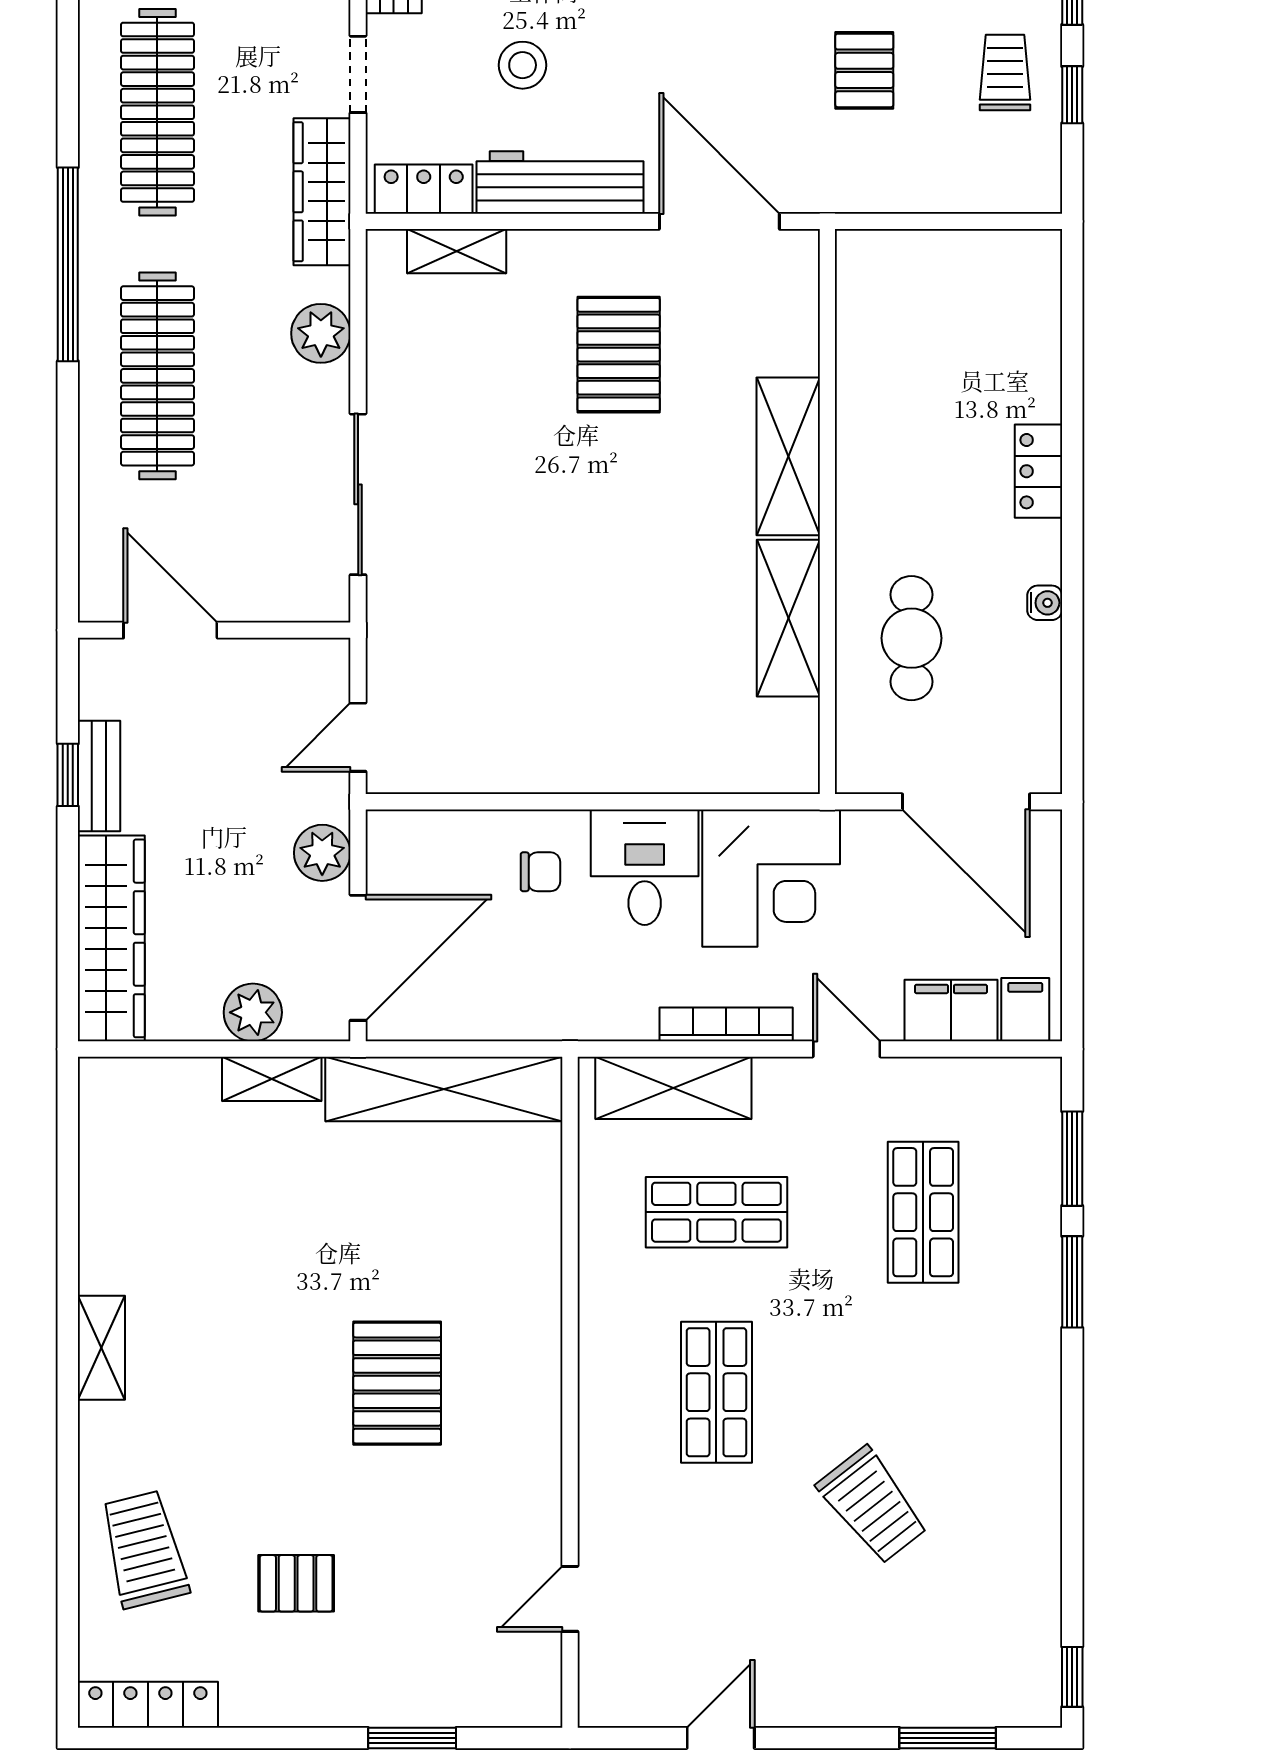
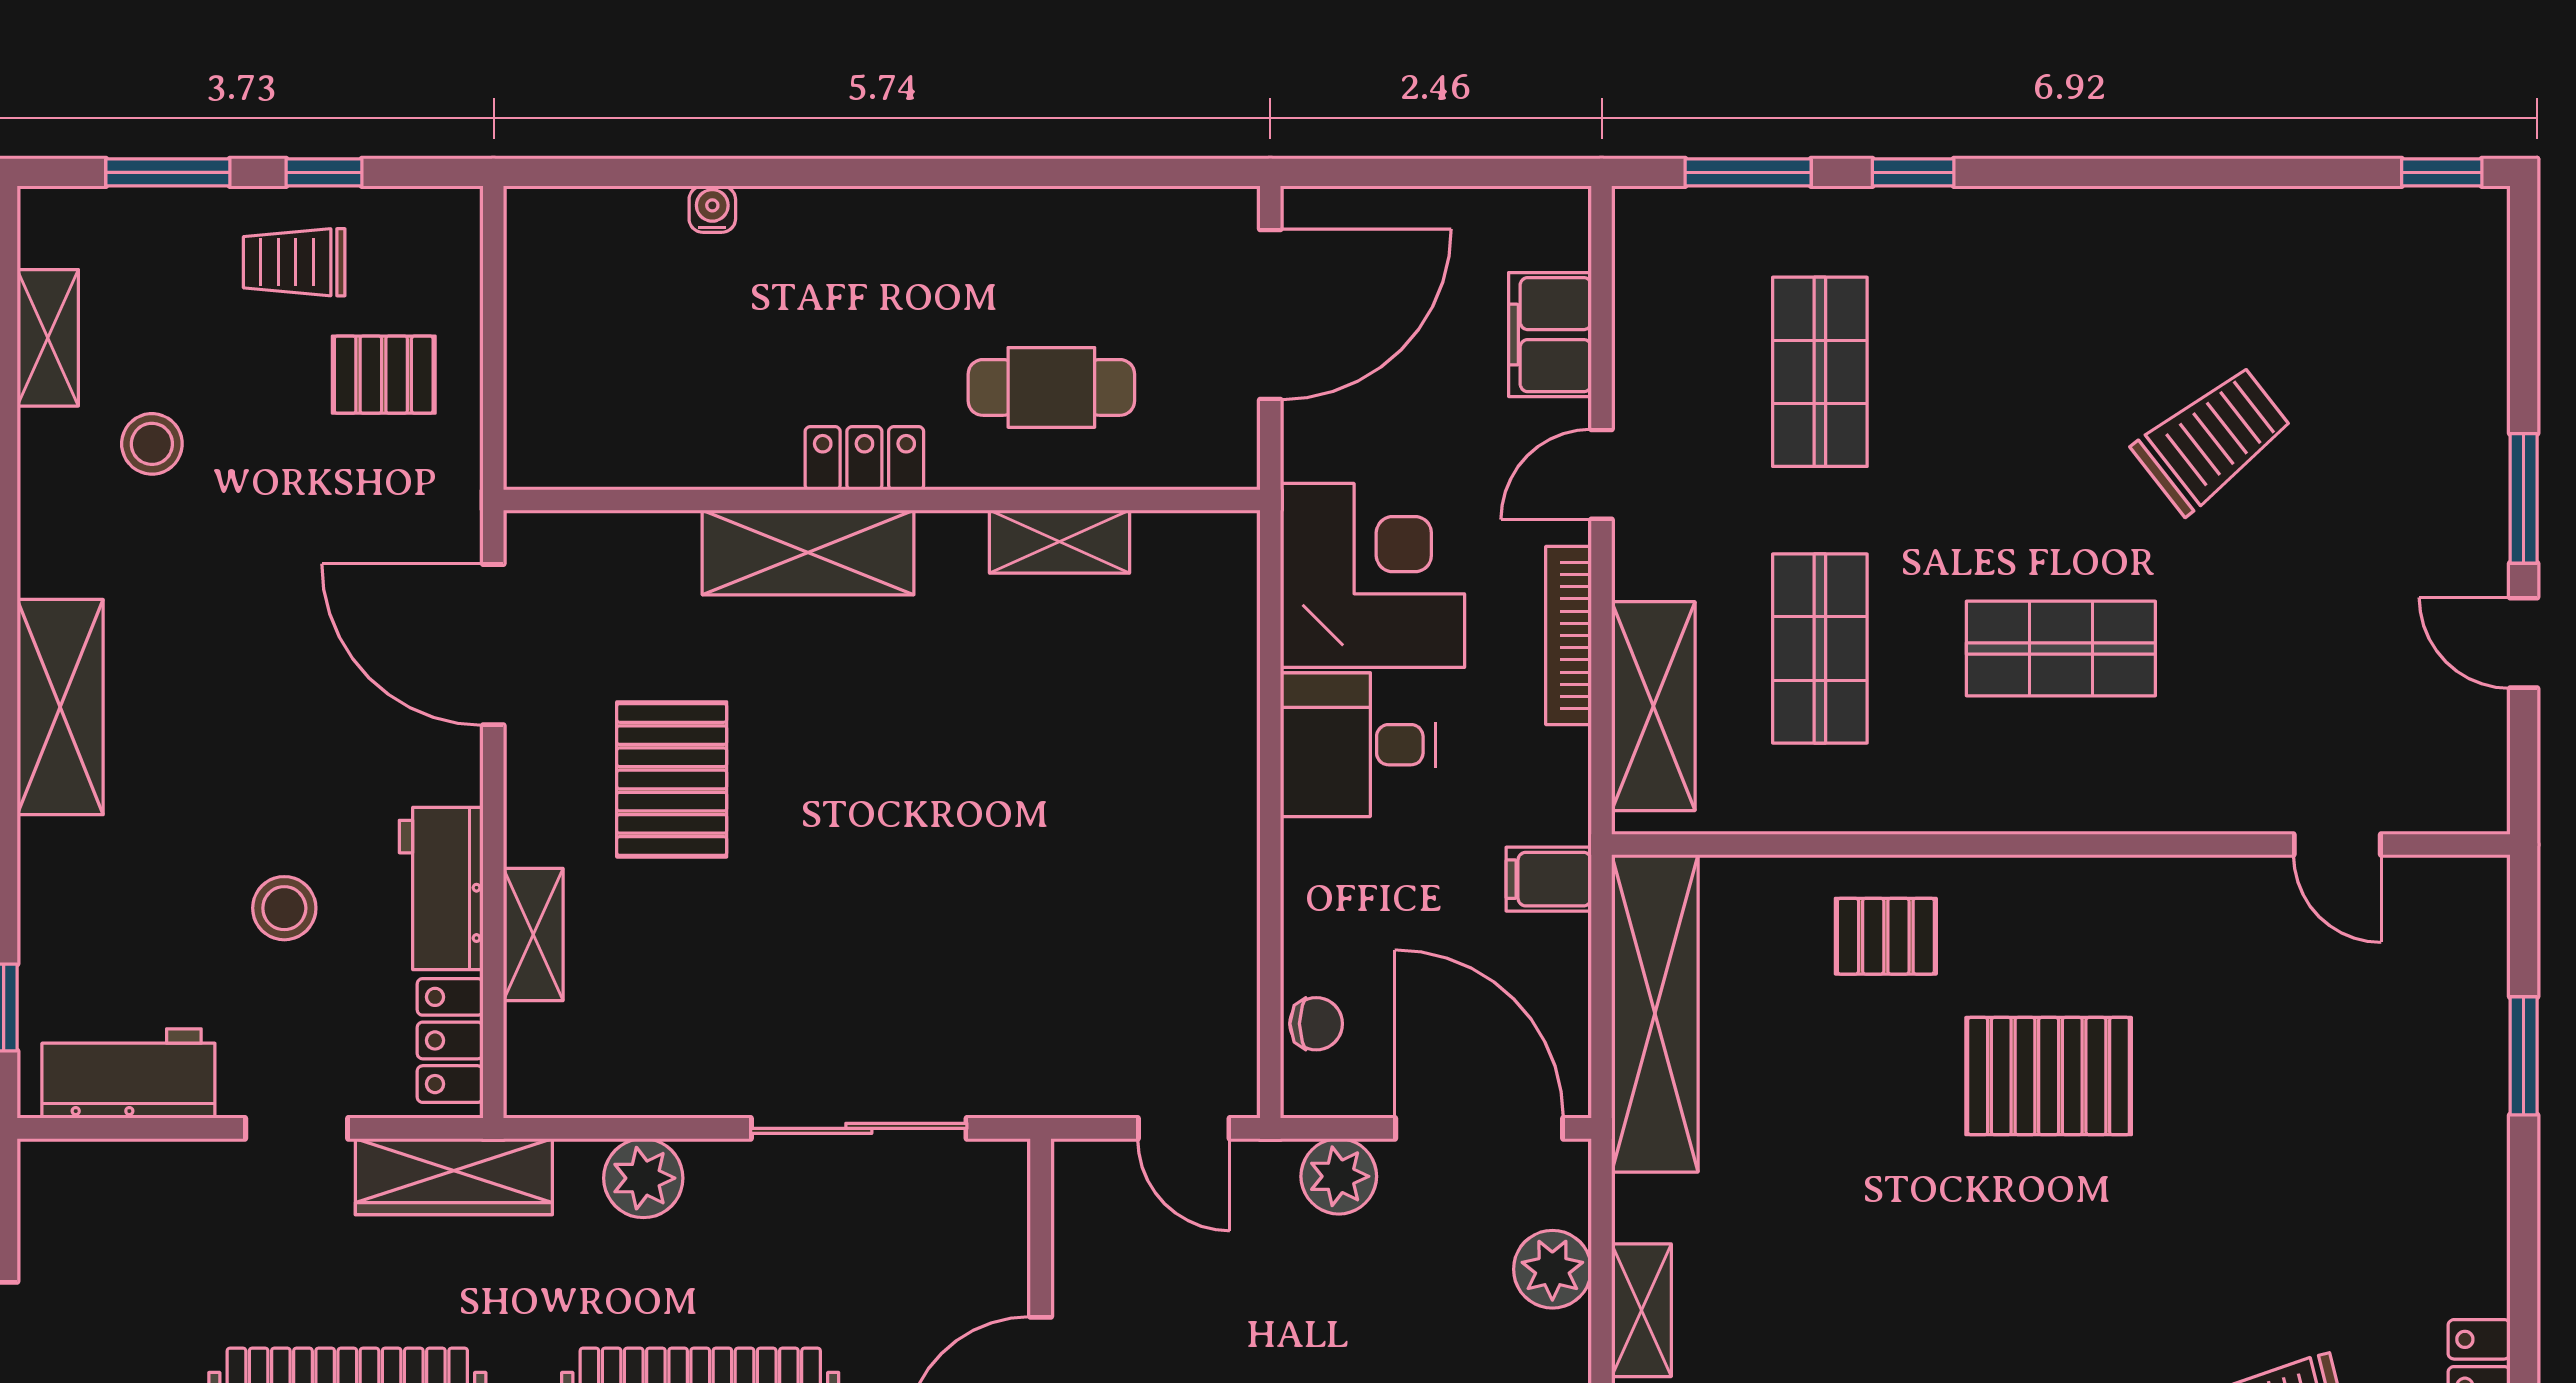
pallet: (864, 70) -> (384, 375), moved
workbench: (560, 182) -> (441, 889), width x0.73
door: (719, 221) -> (493, 645), hinge flipped
shelving: (457, 251) -> (533, 934), moved
pallet: (619, 355) -> (672, 779), turned 90
locker: (1038, 471) -> (864, 458), moved, turned 180
water cooler: (1045, 603) -> (712, 209), moved
shelving: (788, 618) -> (1059, 542), width x0.67, depth x0.75
chair: (540, 872) -> (1316, 1024), moved, turned 90
filing cabinet: (1025, 1010) -> (1549, 879), moved
shelving: (272, 1079) -> (1641, 1310), moved
shop shelf: (923, 1212) -> (1820, 372), turned 90
window: (1072, 1282) -> (1913, 172), width x0.67
pallet: (296, 1583) -> (1886, 936), moved, turned 90
window: (948, 1738) -> (2524, 498), moved

